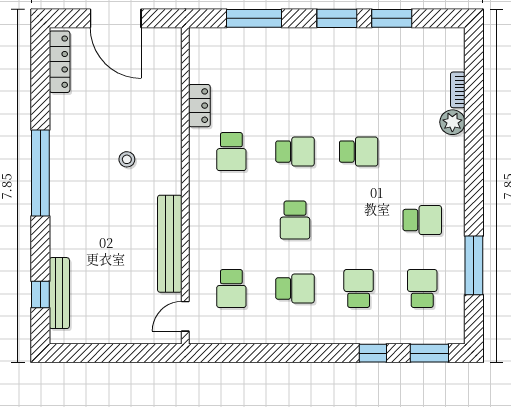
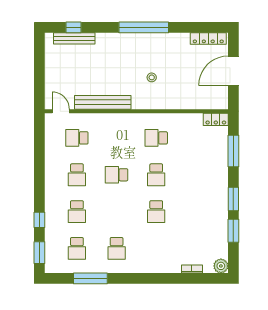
locker: (199, 106) -> (216, 119), moved
plant: (452, 122) -> (221, 266), moved
school desk: (359, 288) -> (77, 212), turned 90
school desk: (422, 288) -> (77, 248), turned 90

